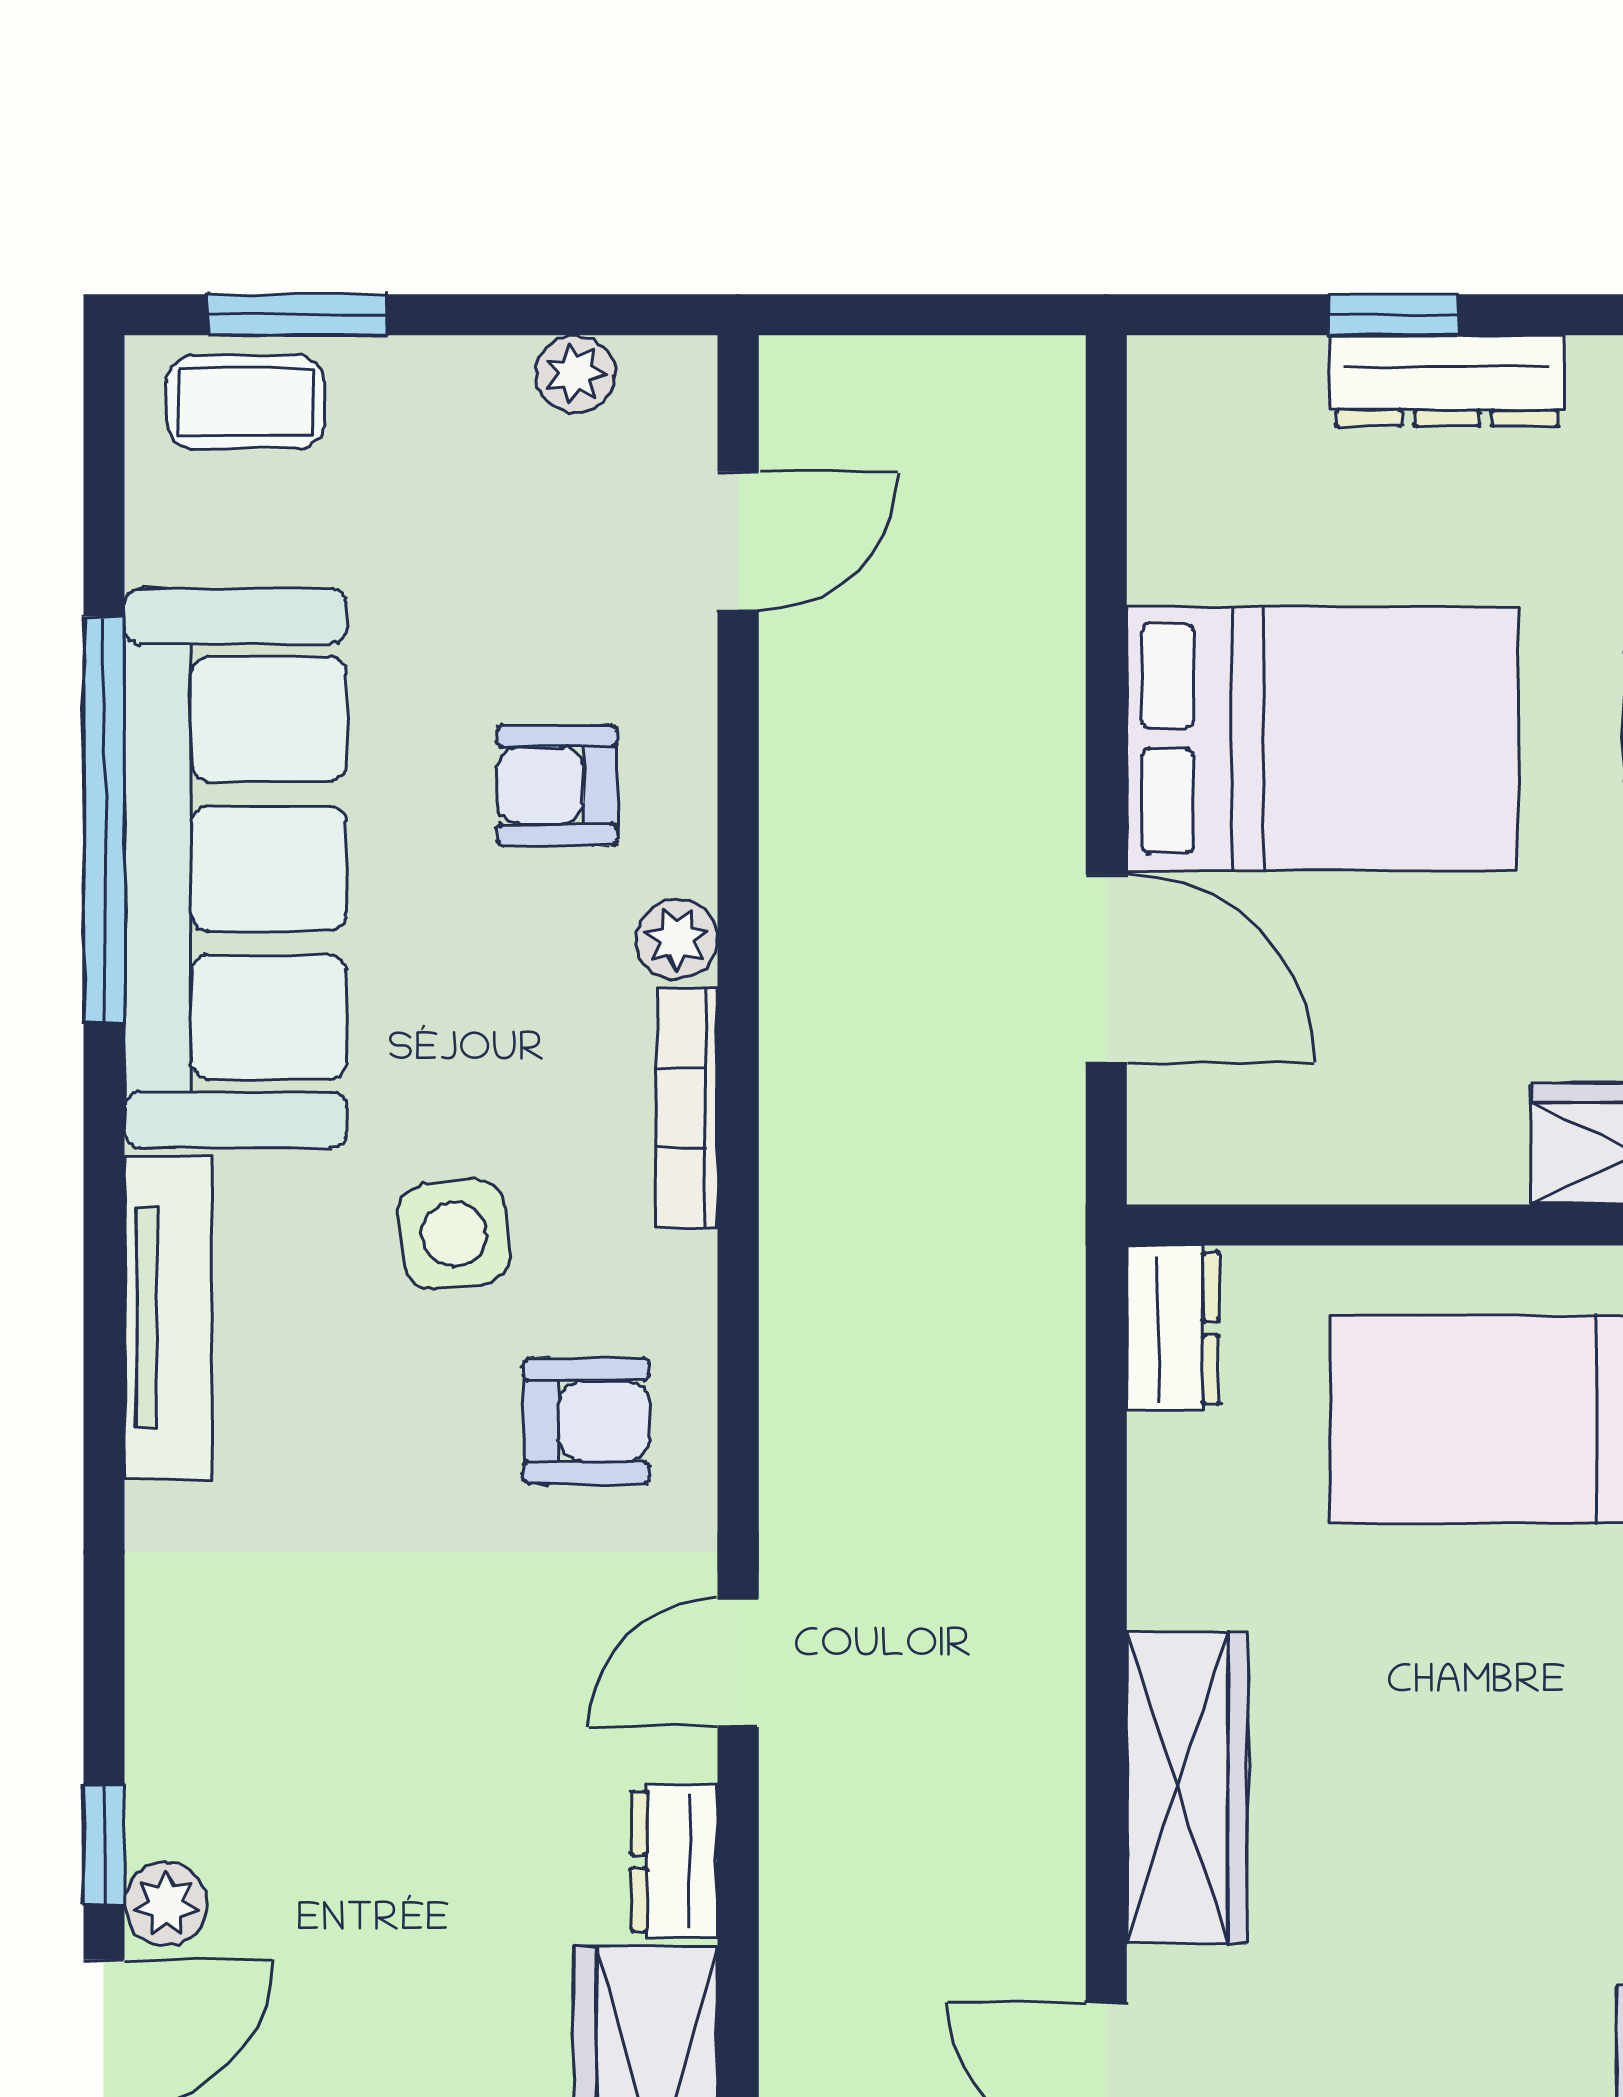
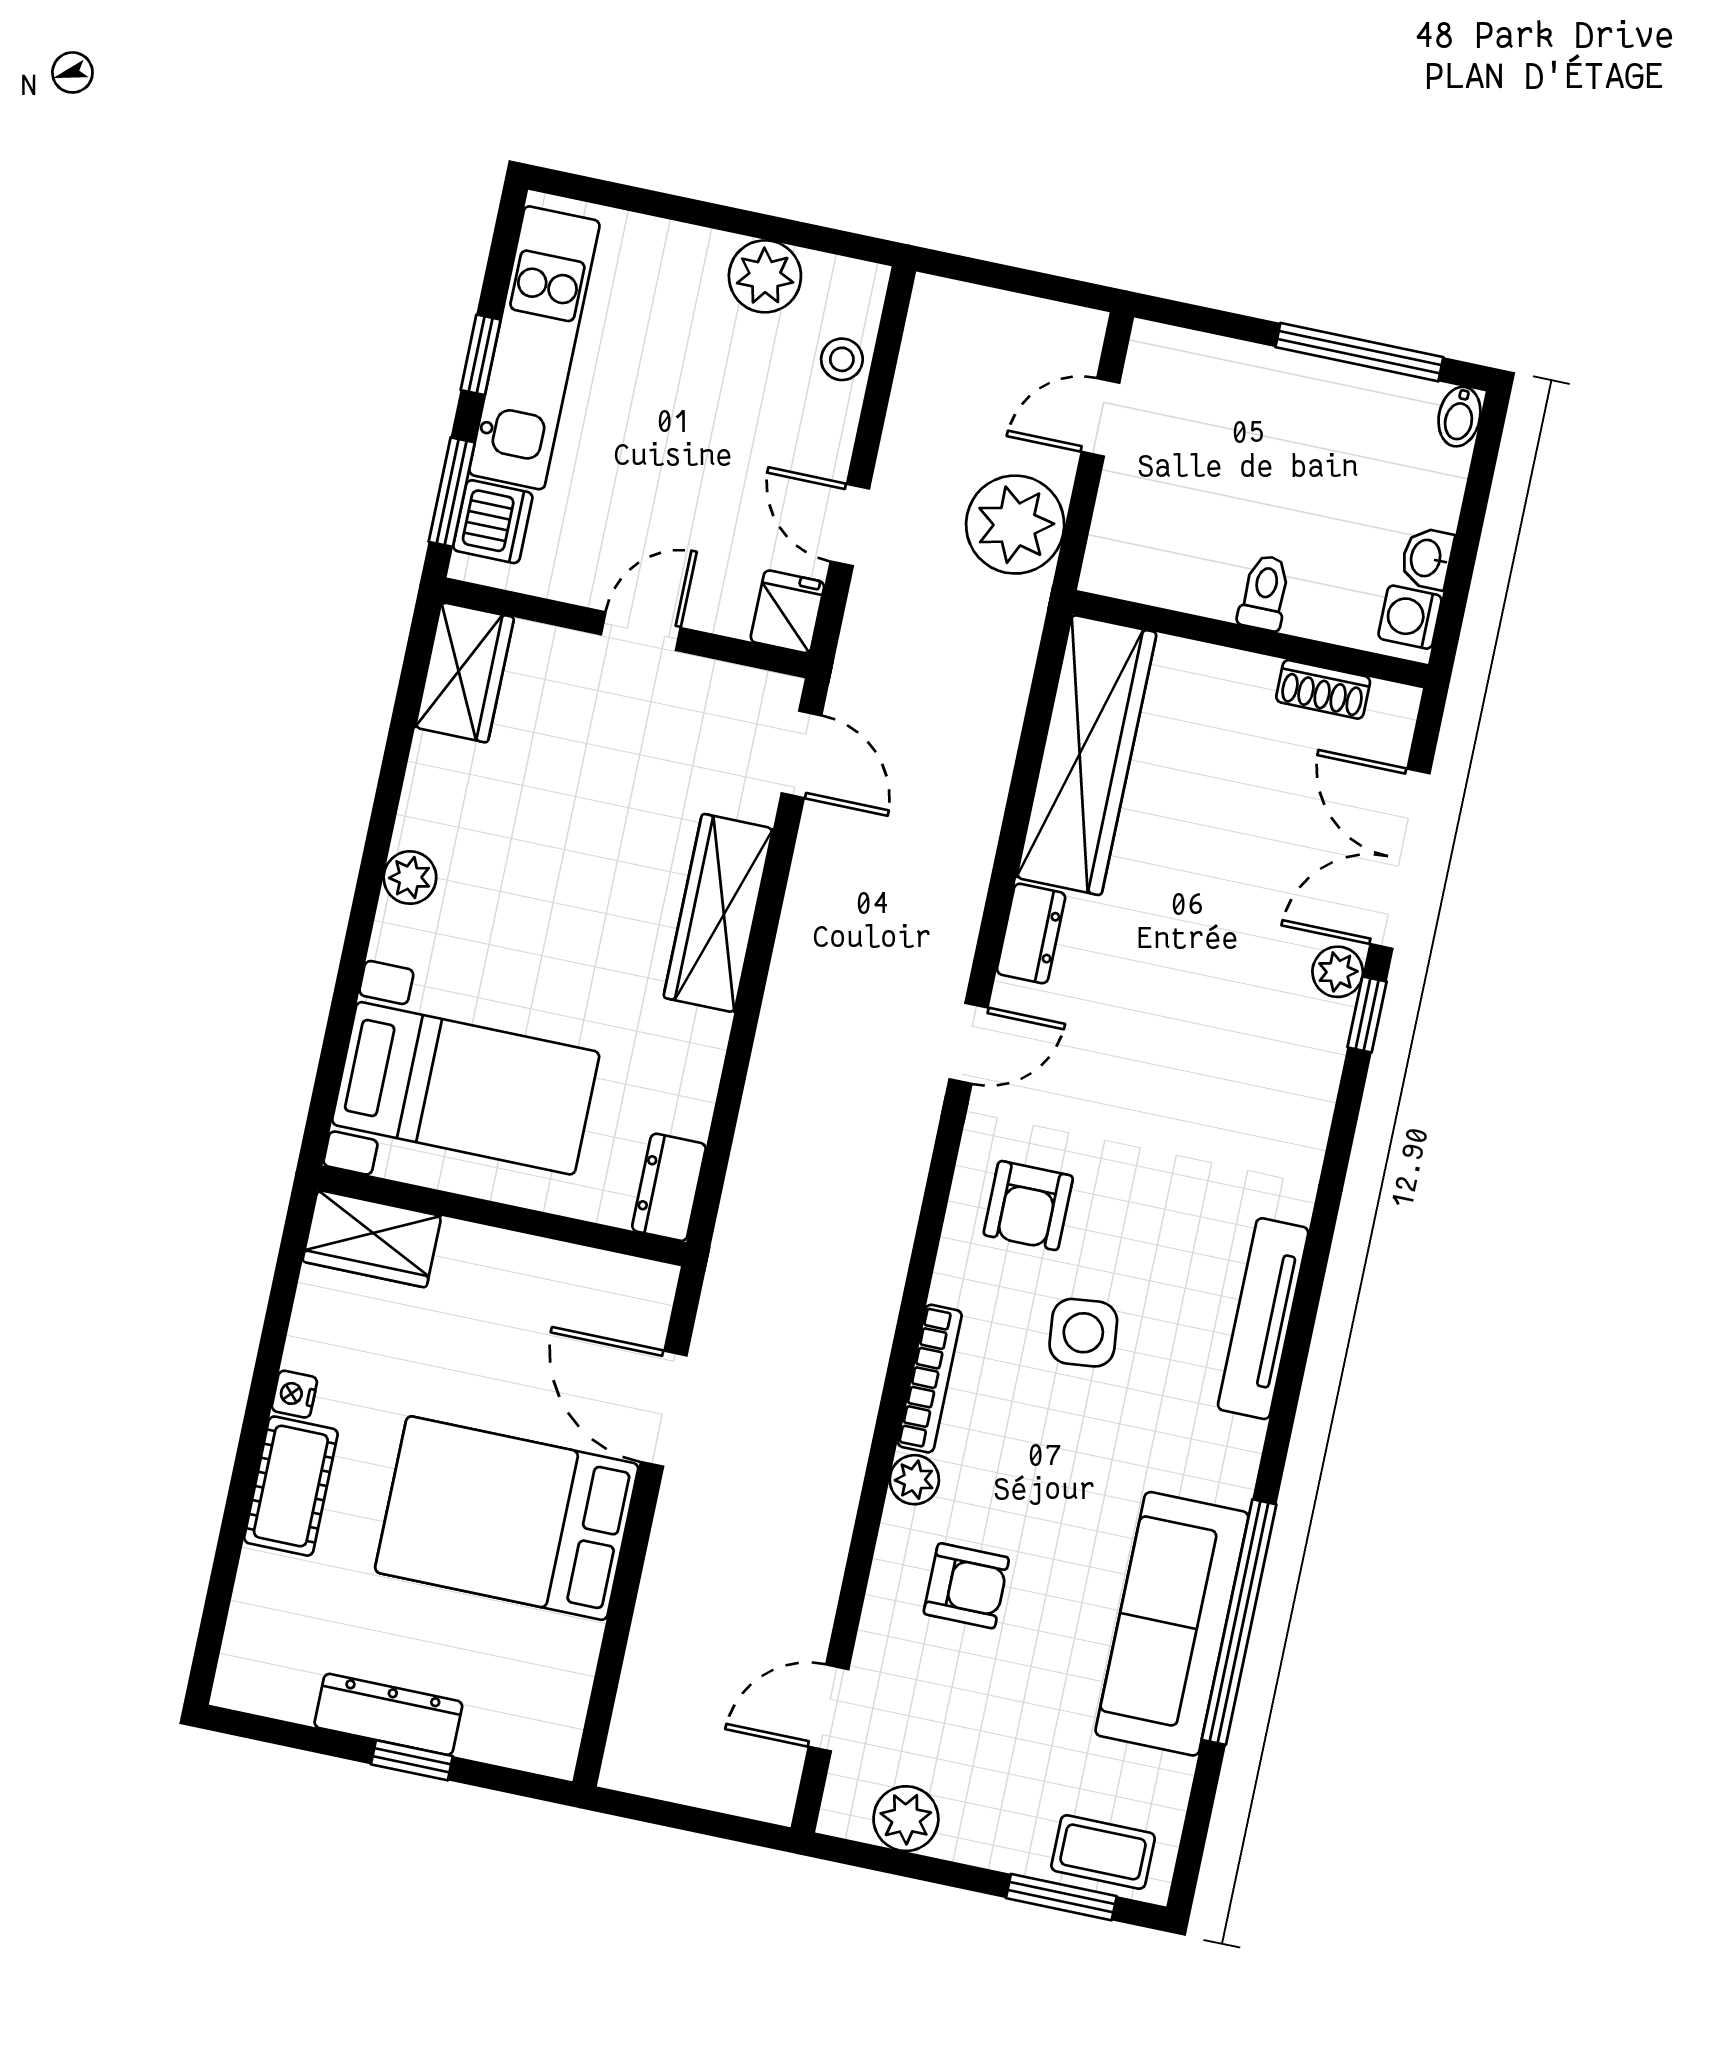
plant: (575, 374) -> (906, 1819), width x1.38, depth x1.38
sofa: (236, 868) -> (1172, 1624), width x0.74, depth x0.79
armchair: (586, 1421) -> (1028, 1206), turned -90

